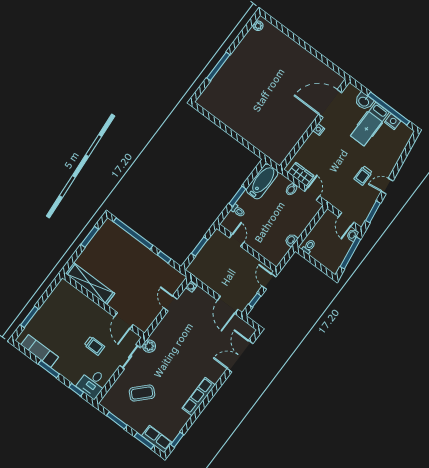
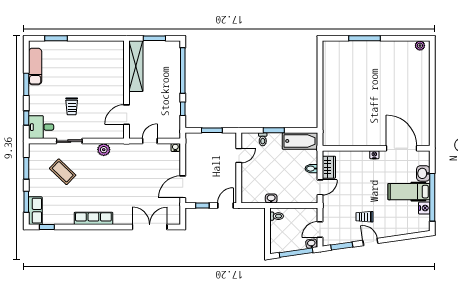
shelving: (90, 283) -> (136, 66), moved
wall: (103, 305) -> (127, 90), moved
door: (124, 321) -> (127, 115), moved
sliding door: (130, 357) -> (69, 141), moved

